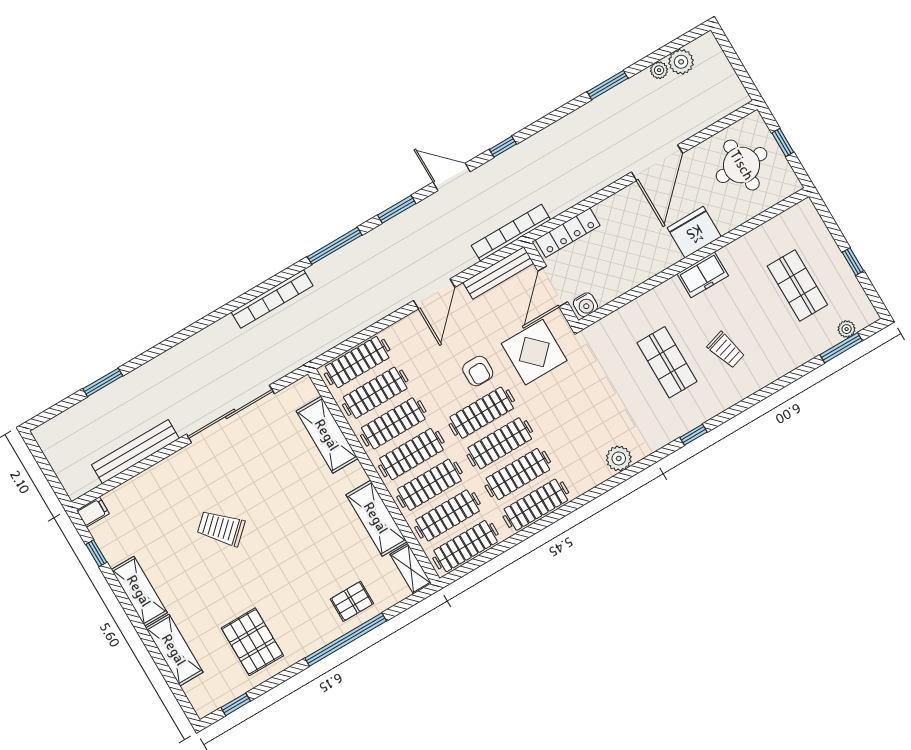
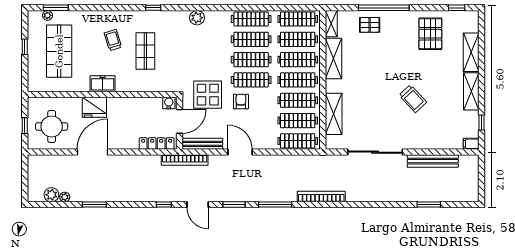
shop shelf: (797, 285) -> (59, 51), width x1.43, depth x1.36
door: (434, 294) -> (240, 152), hinge flipped

